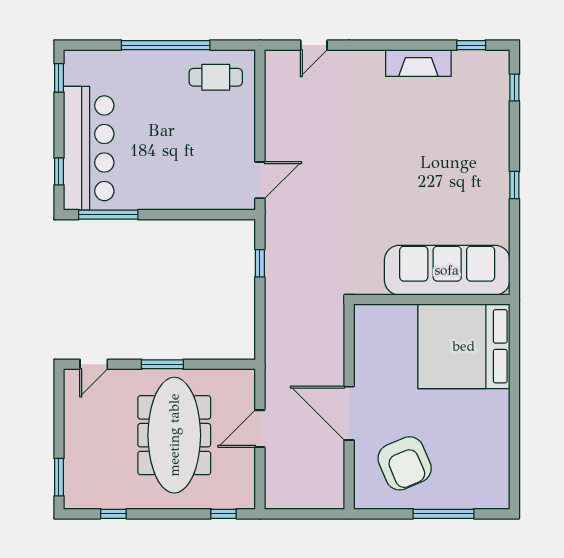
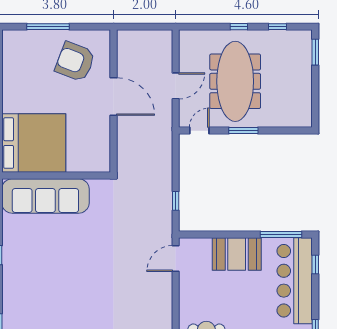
booth: (172, 187) -> (237, 254), added
door: (94, 364) -> (199, 131), moved
armchair: (405, 463) -> (75, 62), turned -46
window: (224, 514) -> (239, 27), moved

